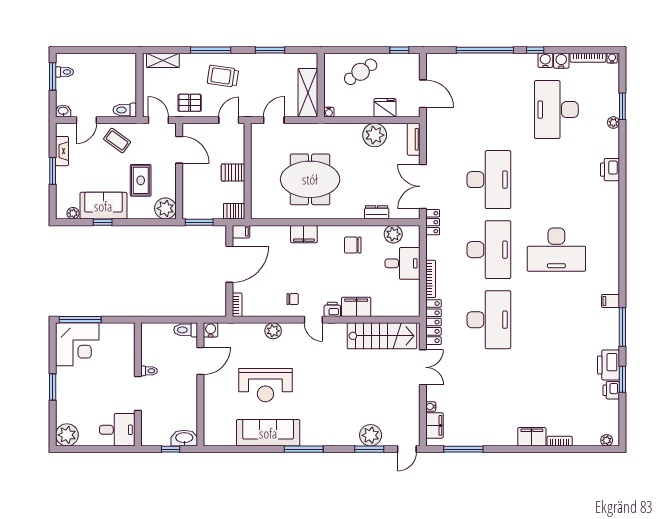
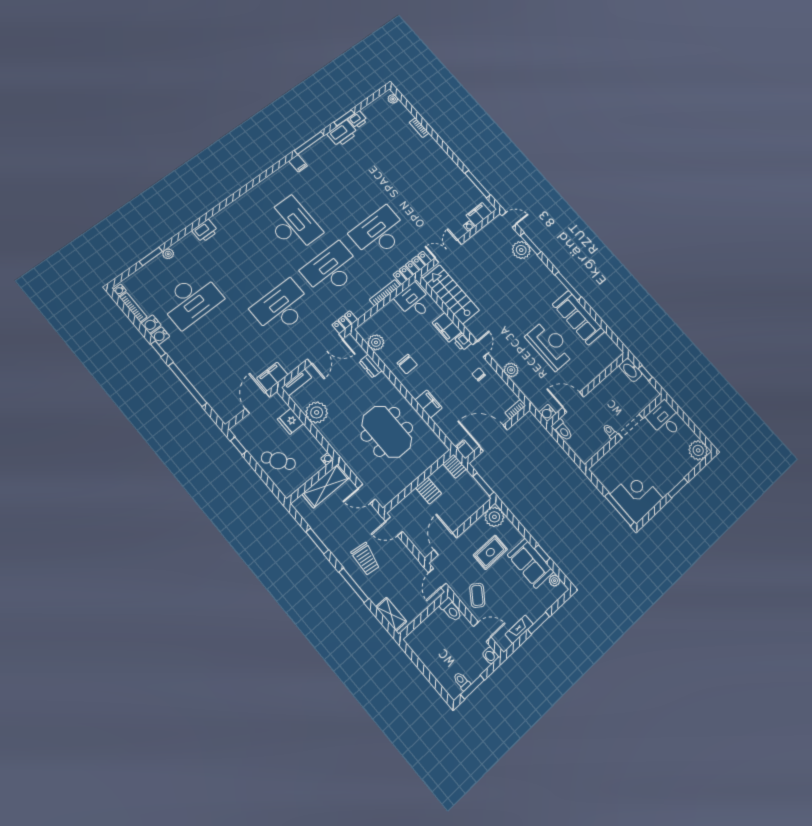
pallet: (190, 103) -> (405, 566), removed
desk: (402, 263) -> (414, 301), moved
filing cabinet: (532, 437) -> (272, 377), moved, turned 90

